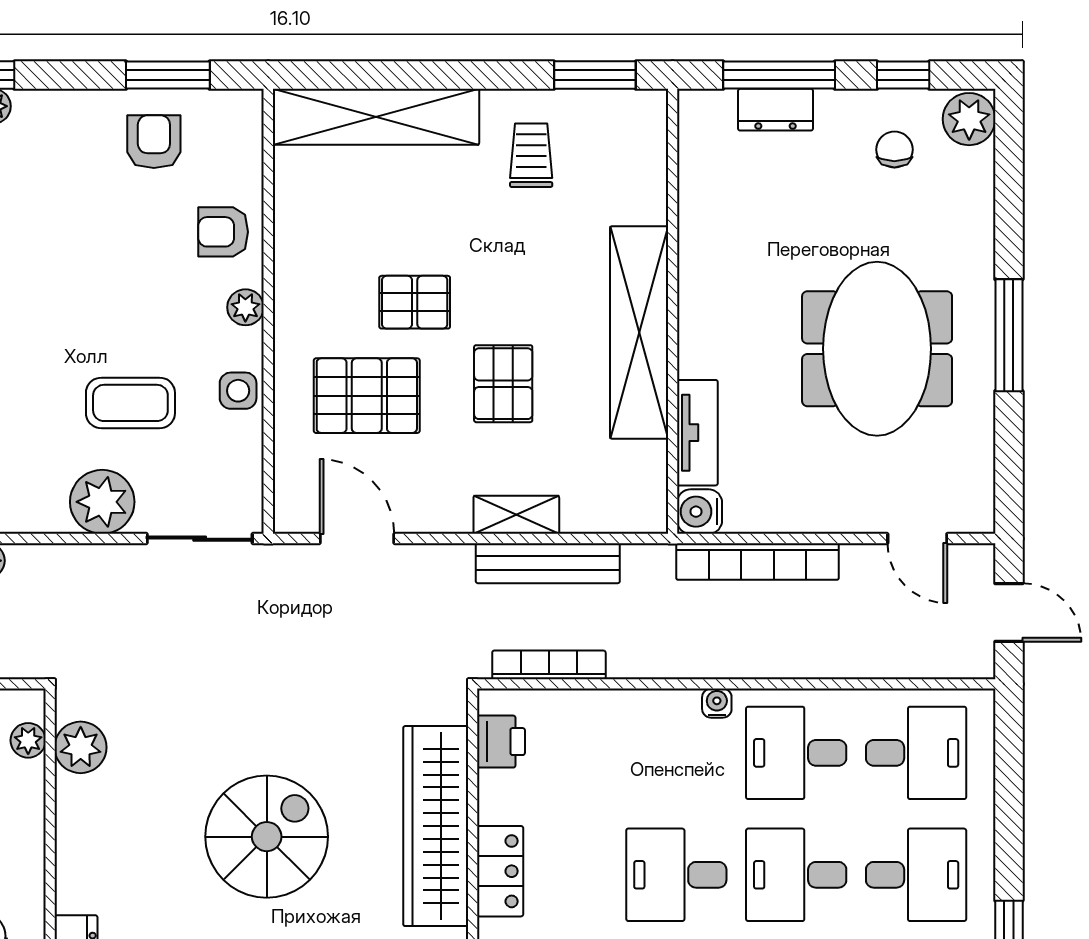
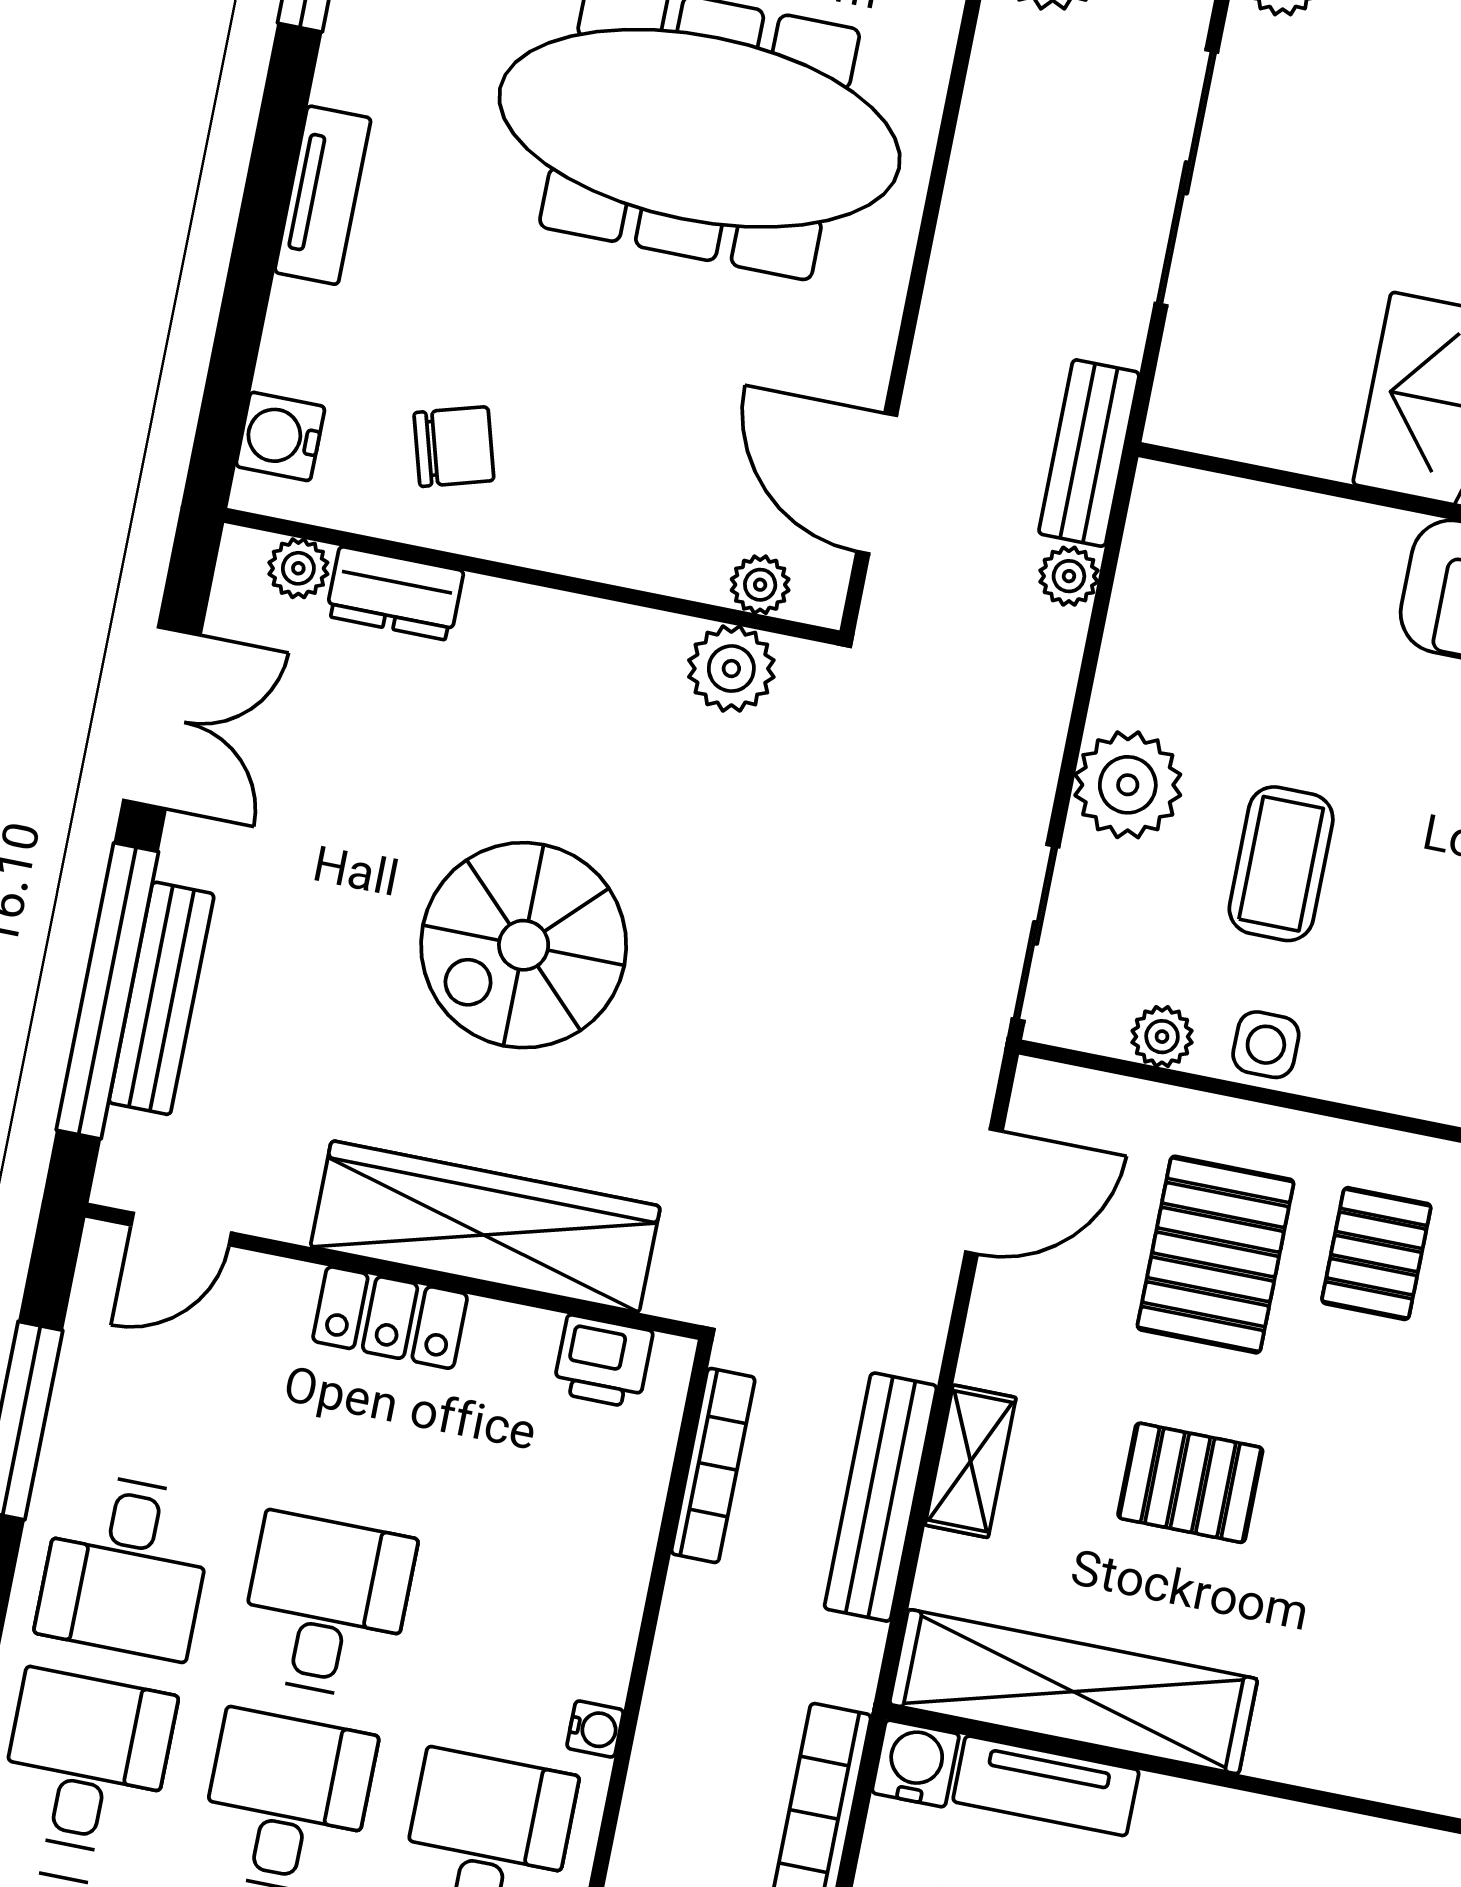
pallet: (415, 302) -> (1376, 1254), moved
plant: (245, 307) -> (1162, 1037), moved
shelving: (639, 332) -> (1073, 1692), moved
spiral stairs: (267, 837) -> (524, 945), turned 90

